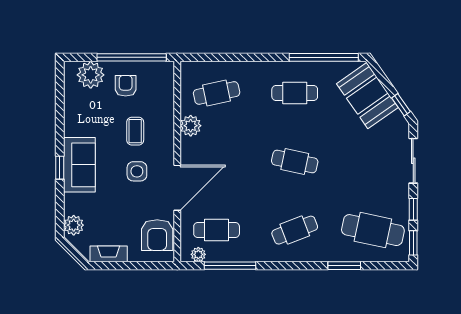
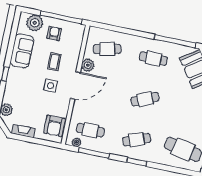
cafe table: (295, 162) -> (145, 99), turned -36
sofa: (79, 165) -> (22, 51), moved
door: (177, 188) -> (75, 85), moved
window: (344, 266) -> (137, 162), moved

